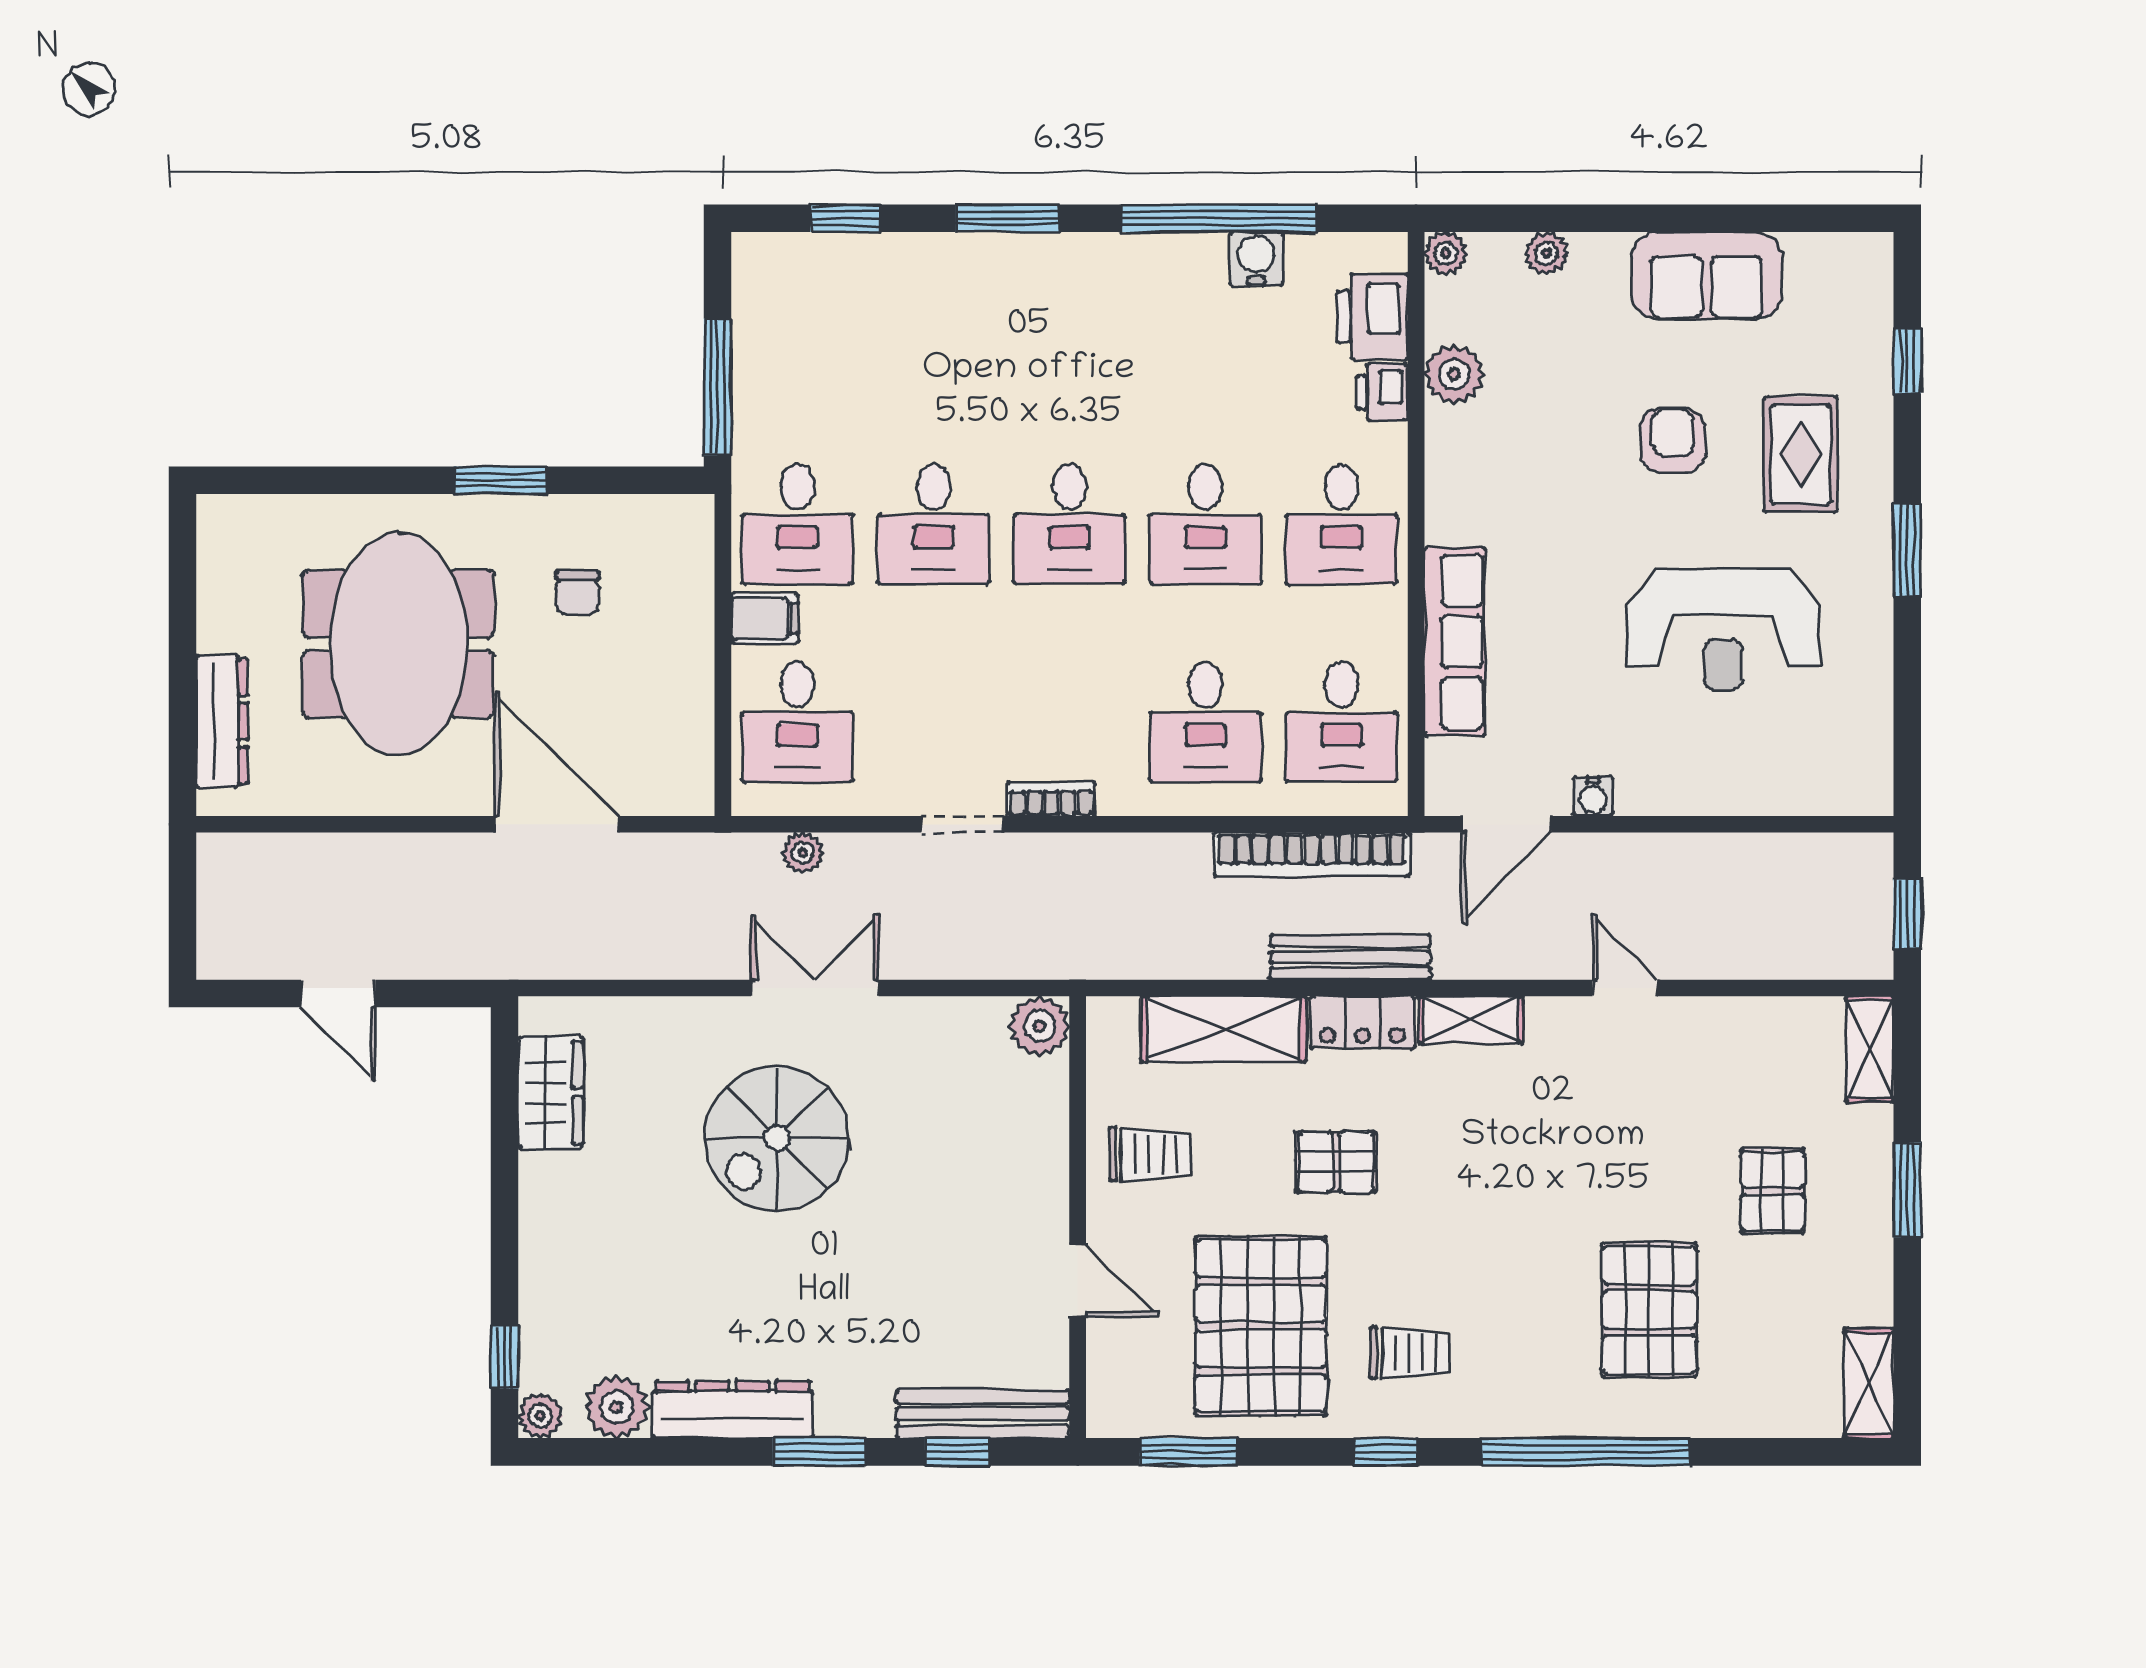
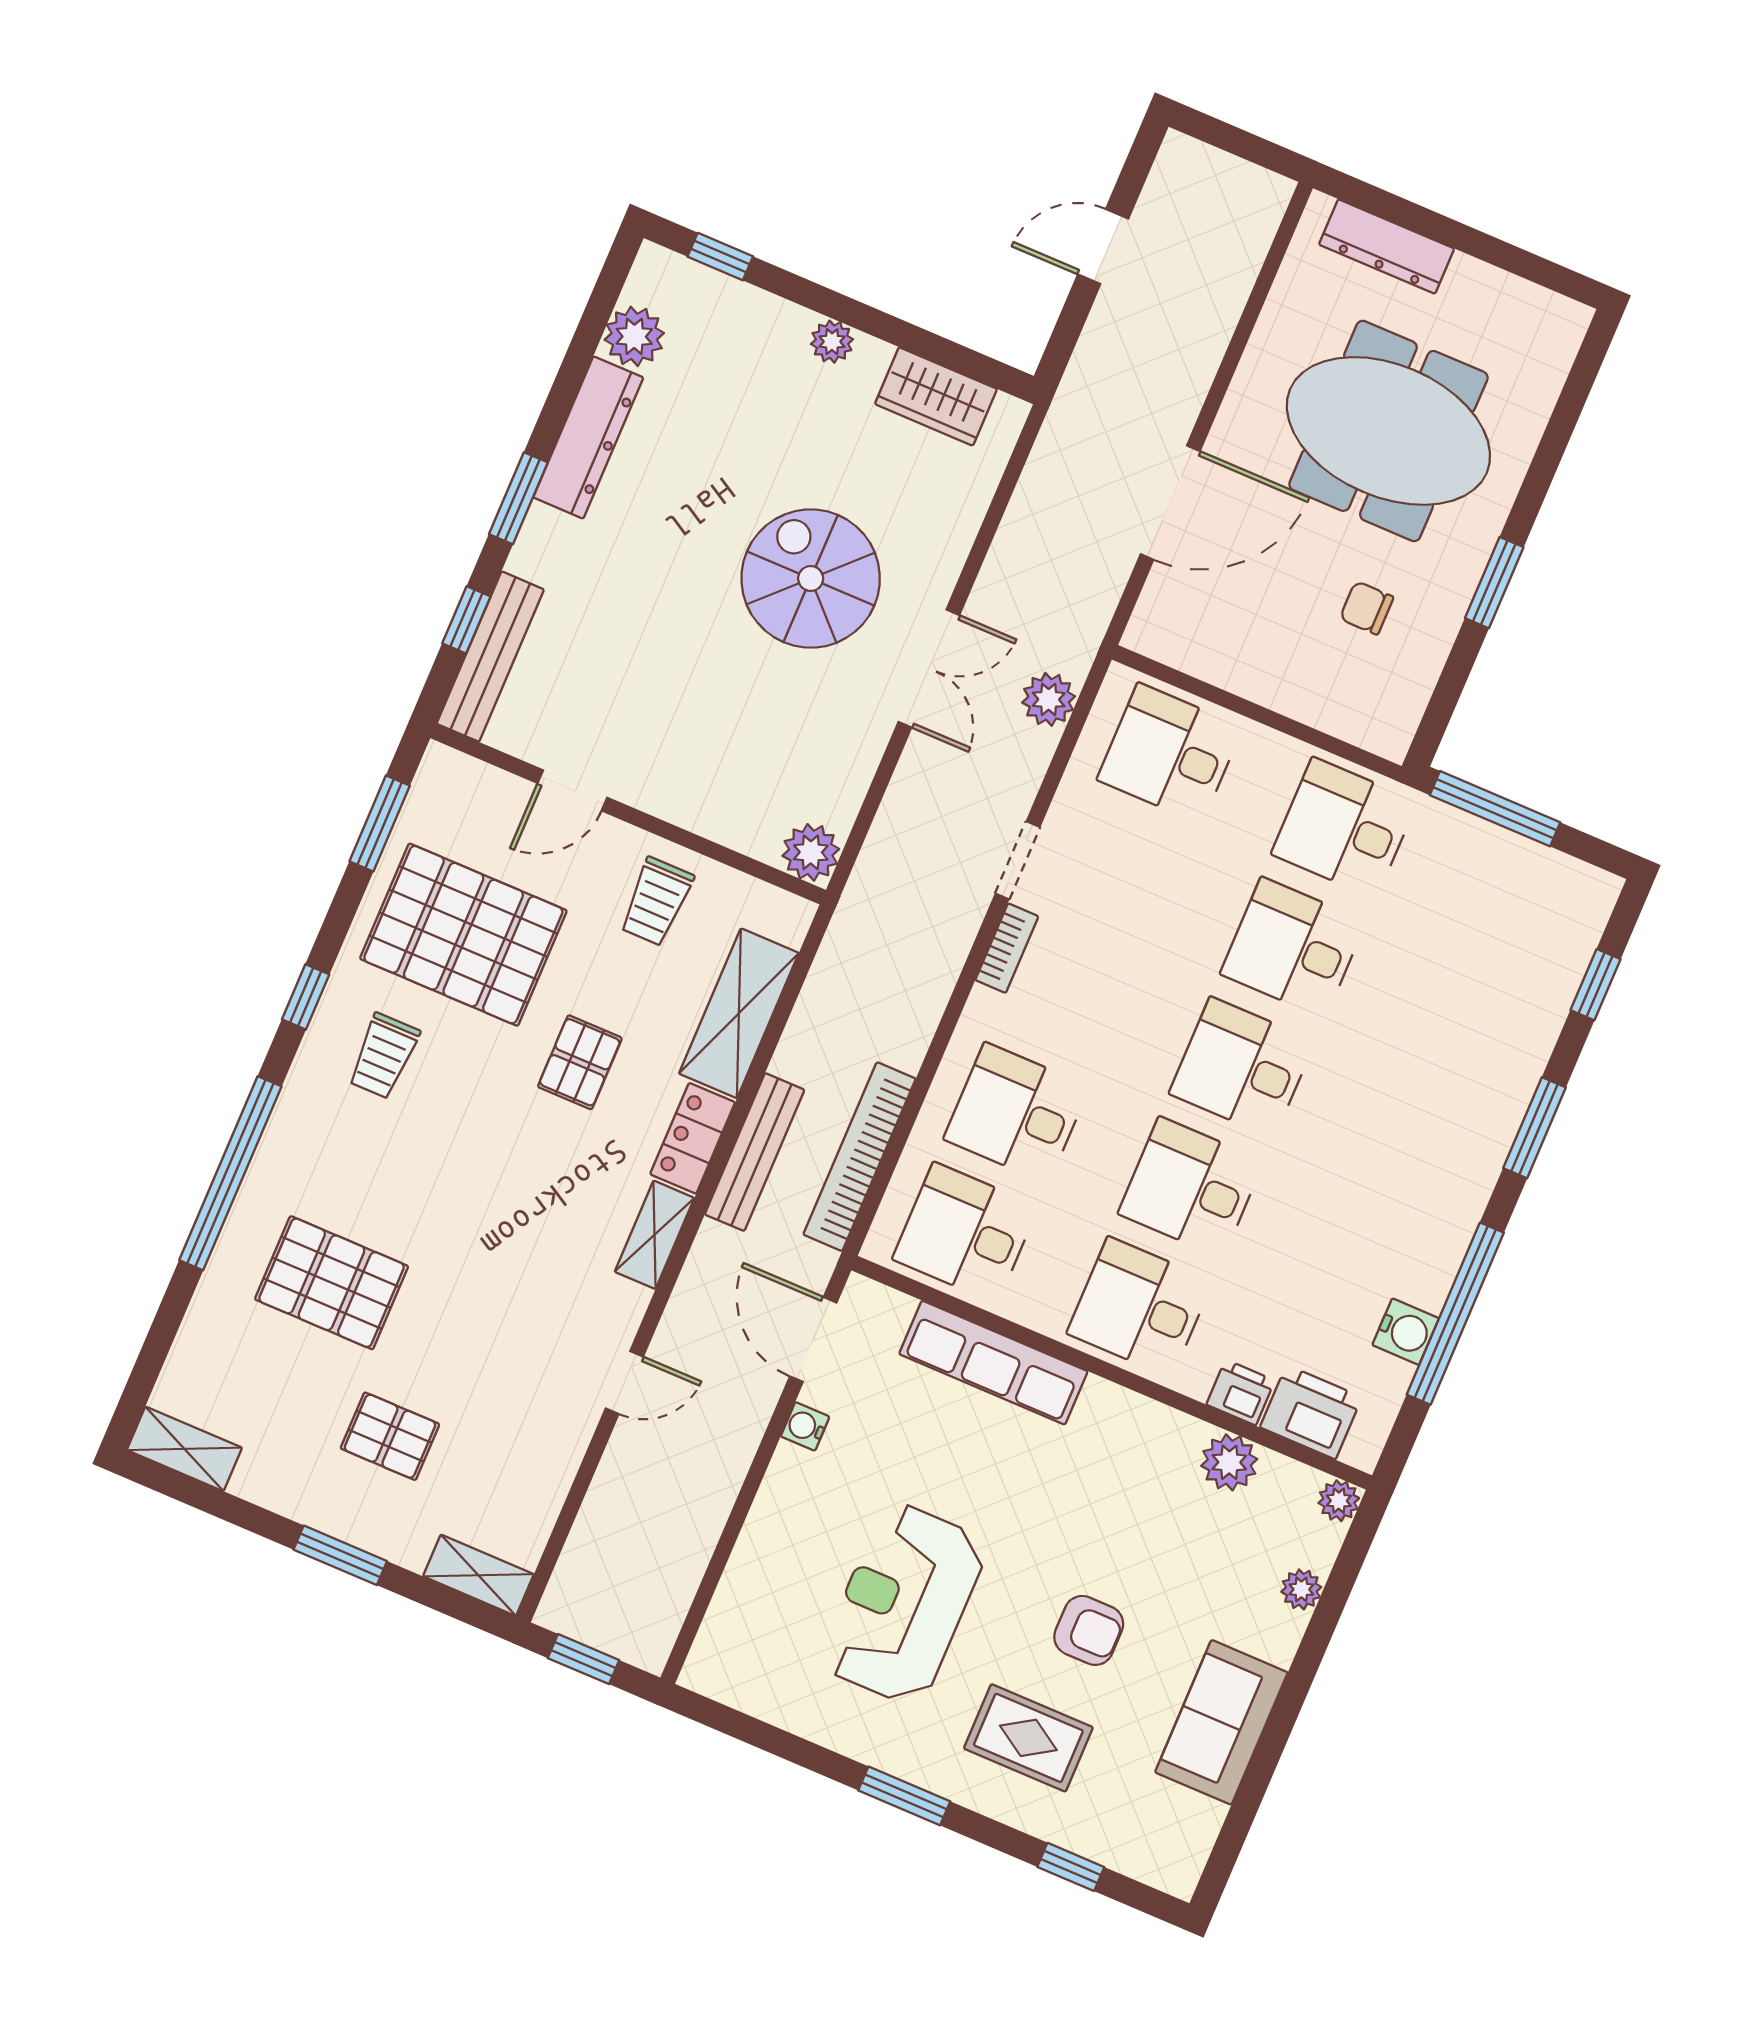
filing cabinet: (765, 618) -> (1273, 763), removed
plant: (803, 853) -> (1049, 699), width x1.38, depth x1.38
plant: (540, 1416) -> (832, 342), moved

